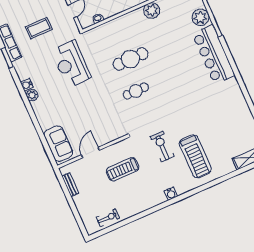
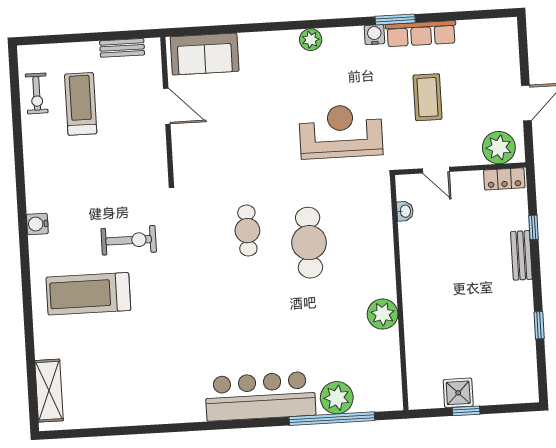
water cooler: (27, 85) -> (374, 35), moved
treadmill: (123, 169) -> (81, 104), moved

